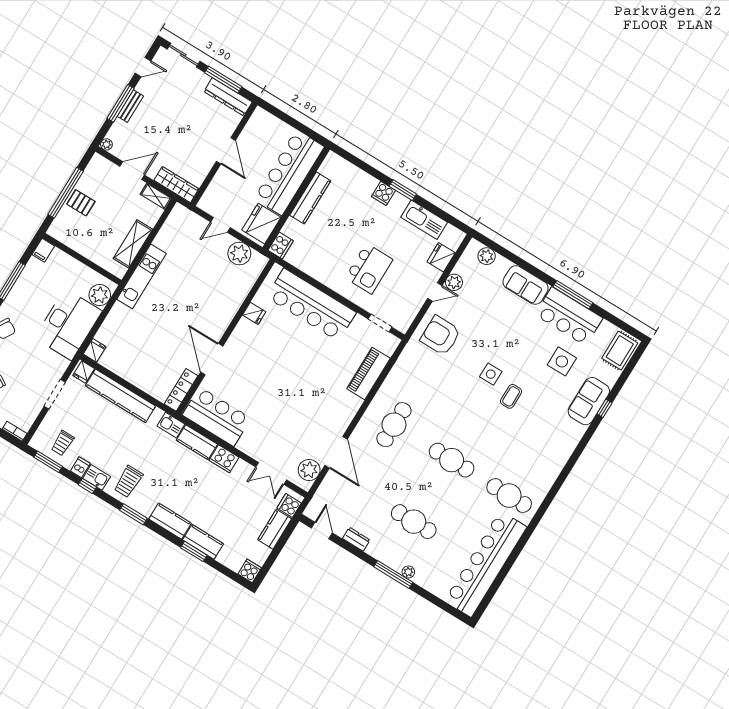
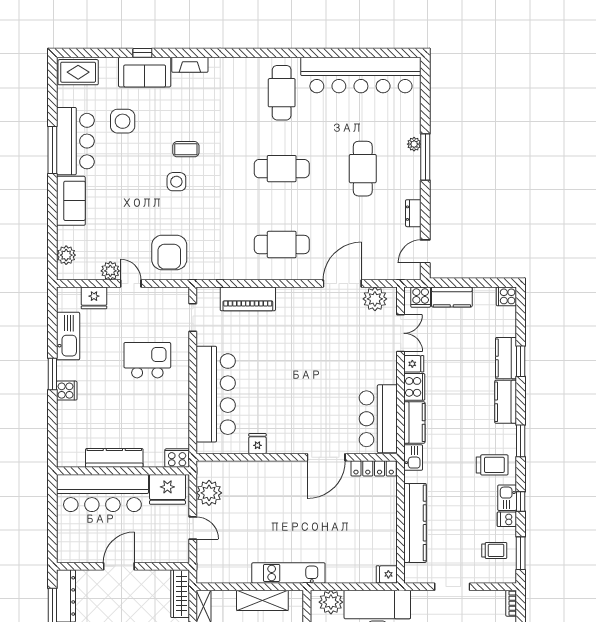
fridge: (84, 372) -> (414, 364), moved
fireplace: (573, 439) -> (190, 65), added
cafe table: (452, 460) -> (282, 169), turned 90

